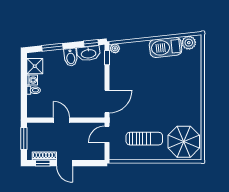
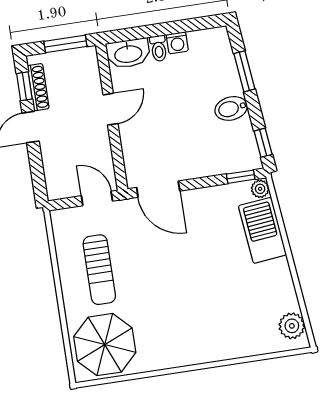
barbecue: (166, 47) -> (262, 230), moved
washbasin: (89, 53) -> (128, 53), moved, turned -84
shower: (35, 66) -> (204, 44), removed

